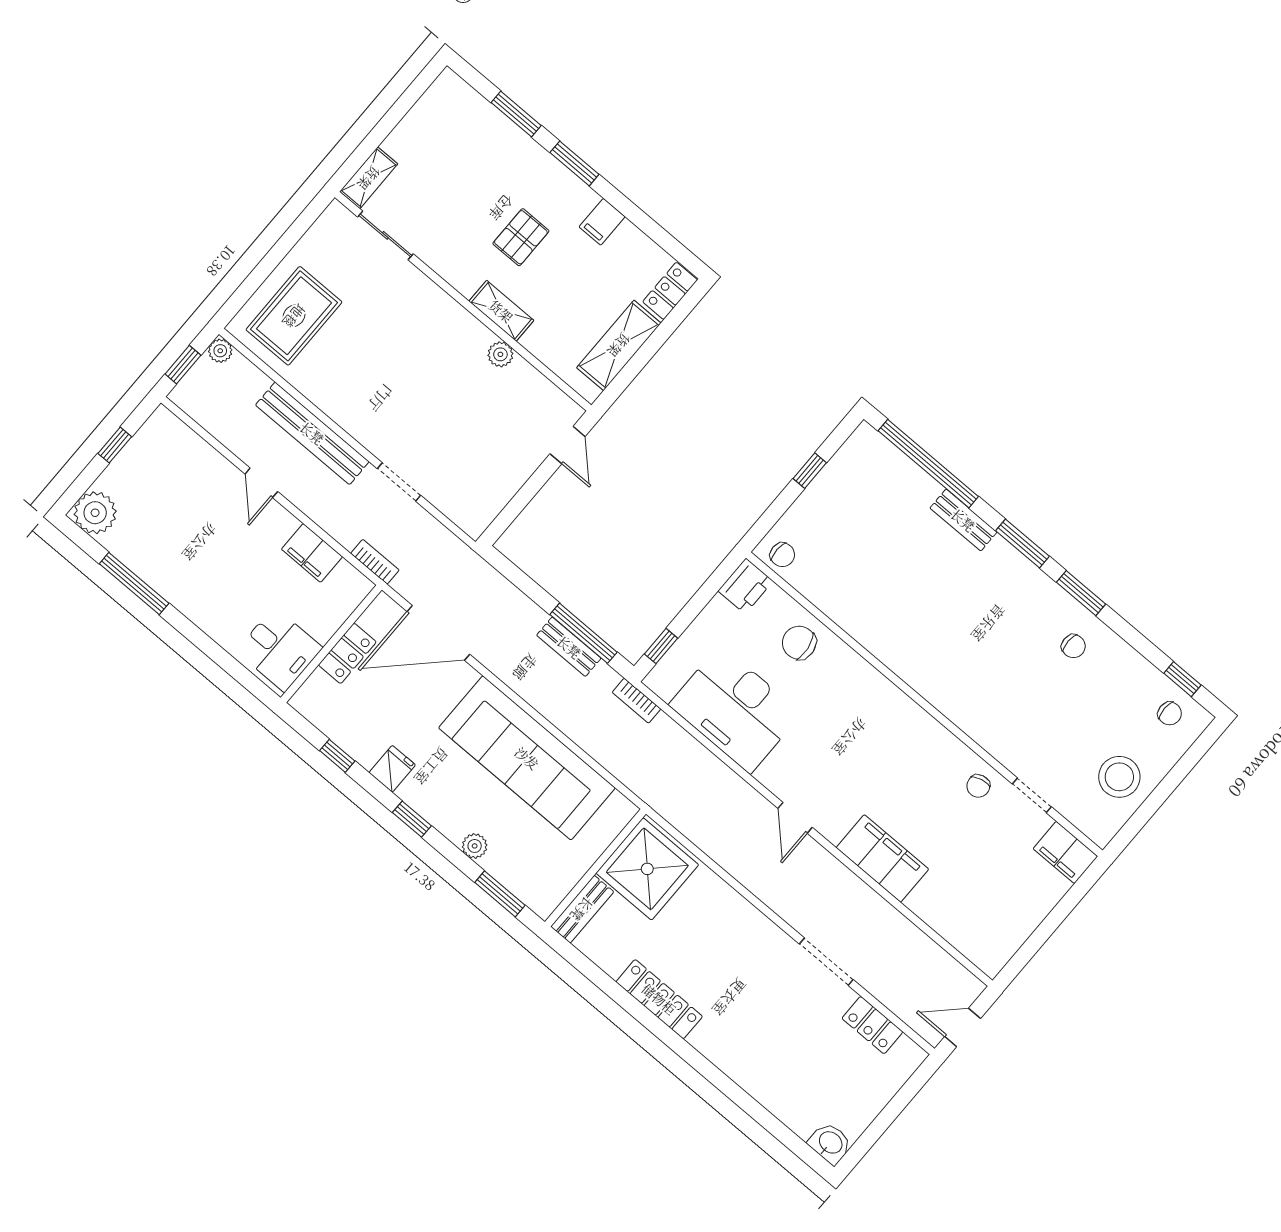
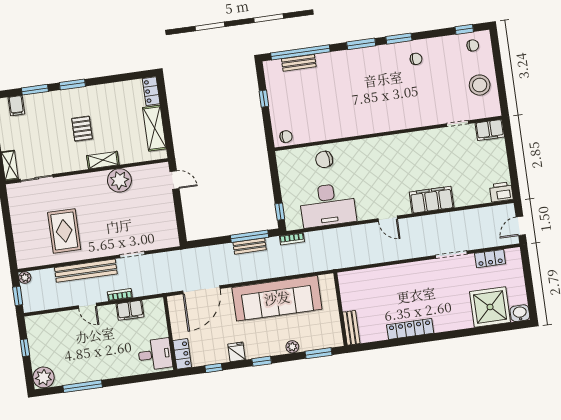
filing cabinet: (602, 222) -> (16, 106), moved
rug: (294, 316) -> (64, 231), moved
plant: (500, 354) -> (119, 180), width x1.88, depth x1.88
bench: (963, 520) -> (299, 63), moved
bookcase: (375, 562) -> (120, 295), moved
printer: (745, 586) -> (501, 192), moved, turned -90
locker: (347, 653) -> (182, 354), moved
chair: (978, 786) -> (436, 140), removed
shower: (647, 869) -> (490, 307), moved

